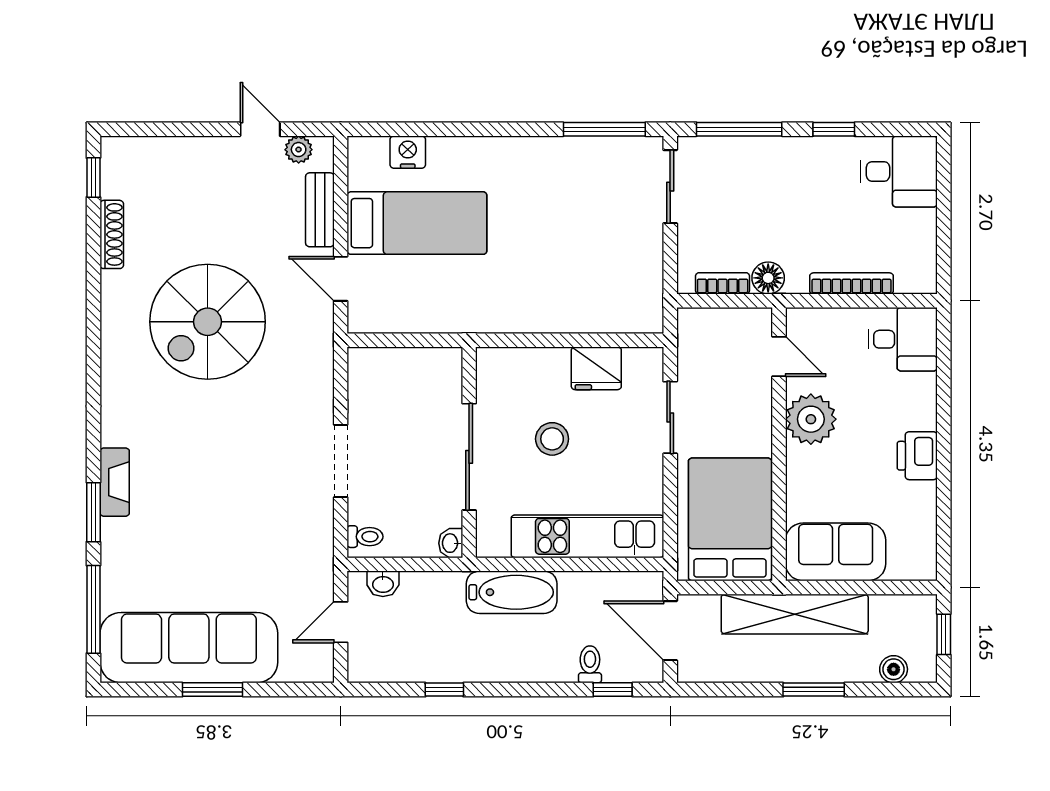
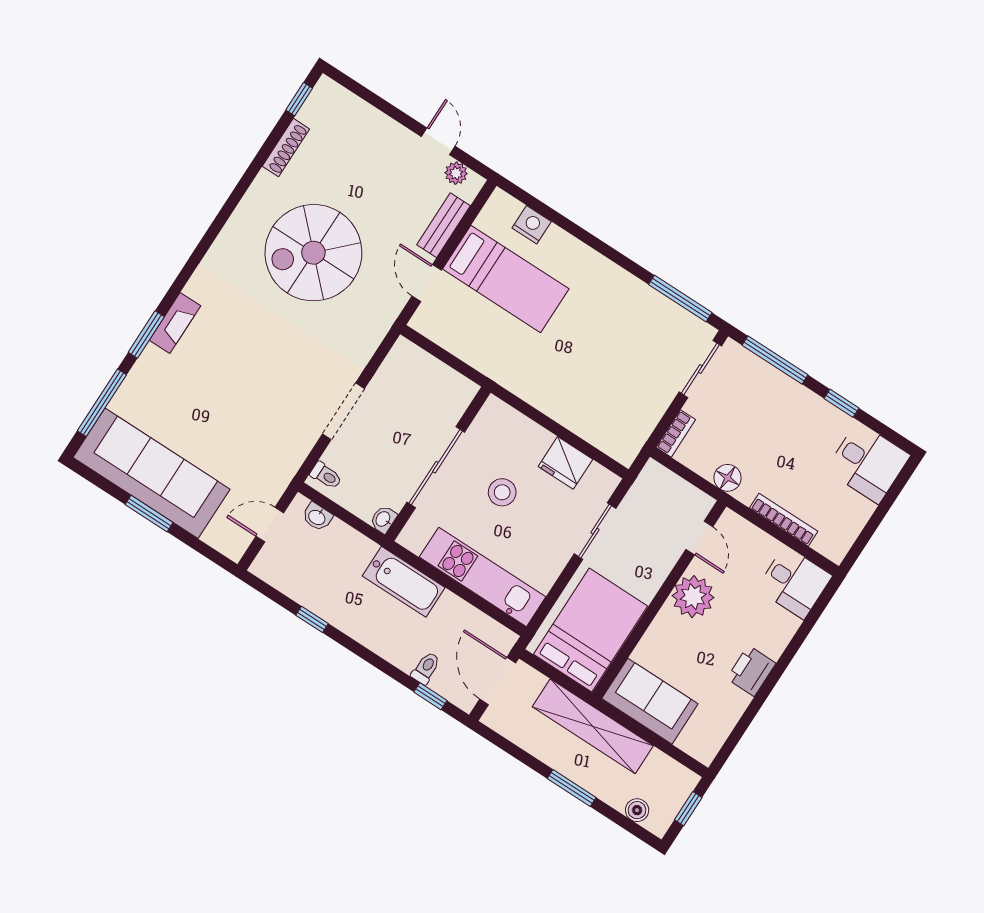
bookcase: (723, 283) -> (676, 433), moved, turned 90

